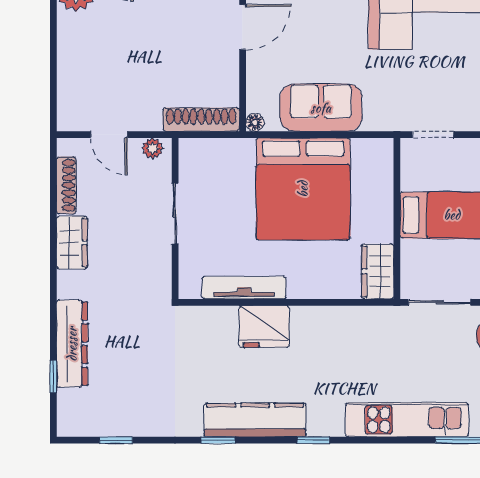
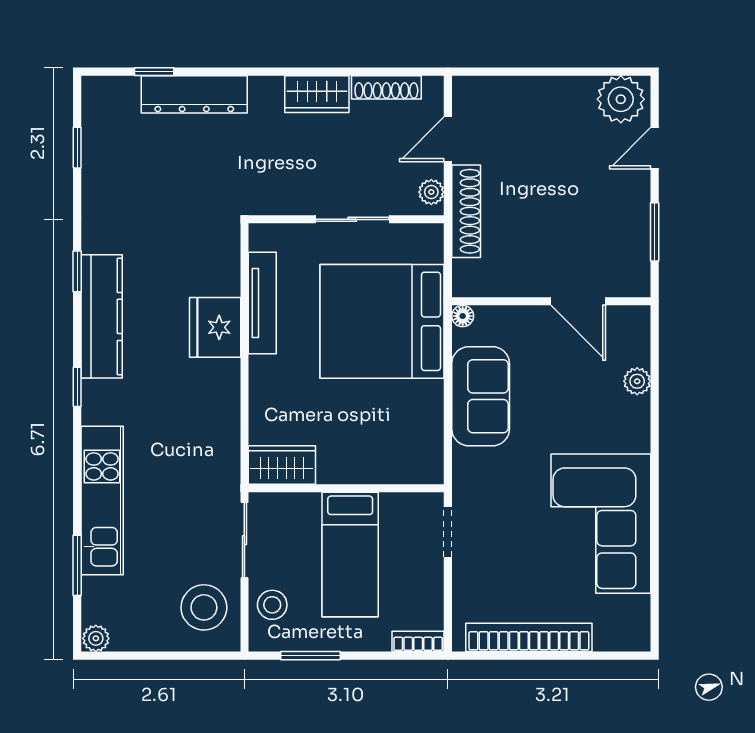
shoe rack: (201, 119) -> (466, 211), moved
bed: (303, 189) -> (382, 321), moved

